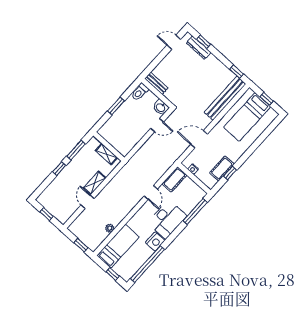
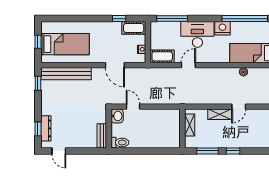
window: (116, 106) -> (147, 151), removed
cot: (222, 168) -> (134, 28), moved

